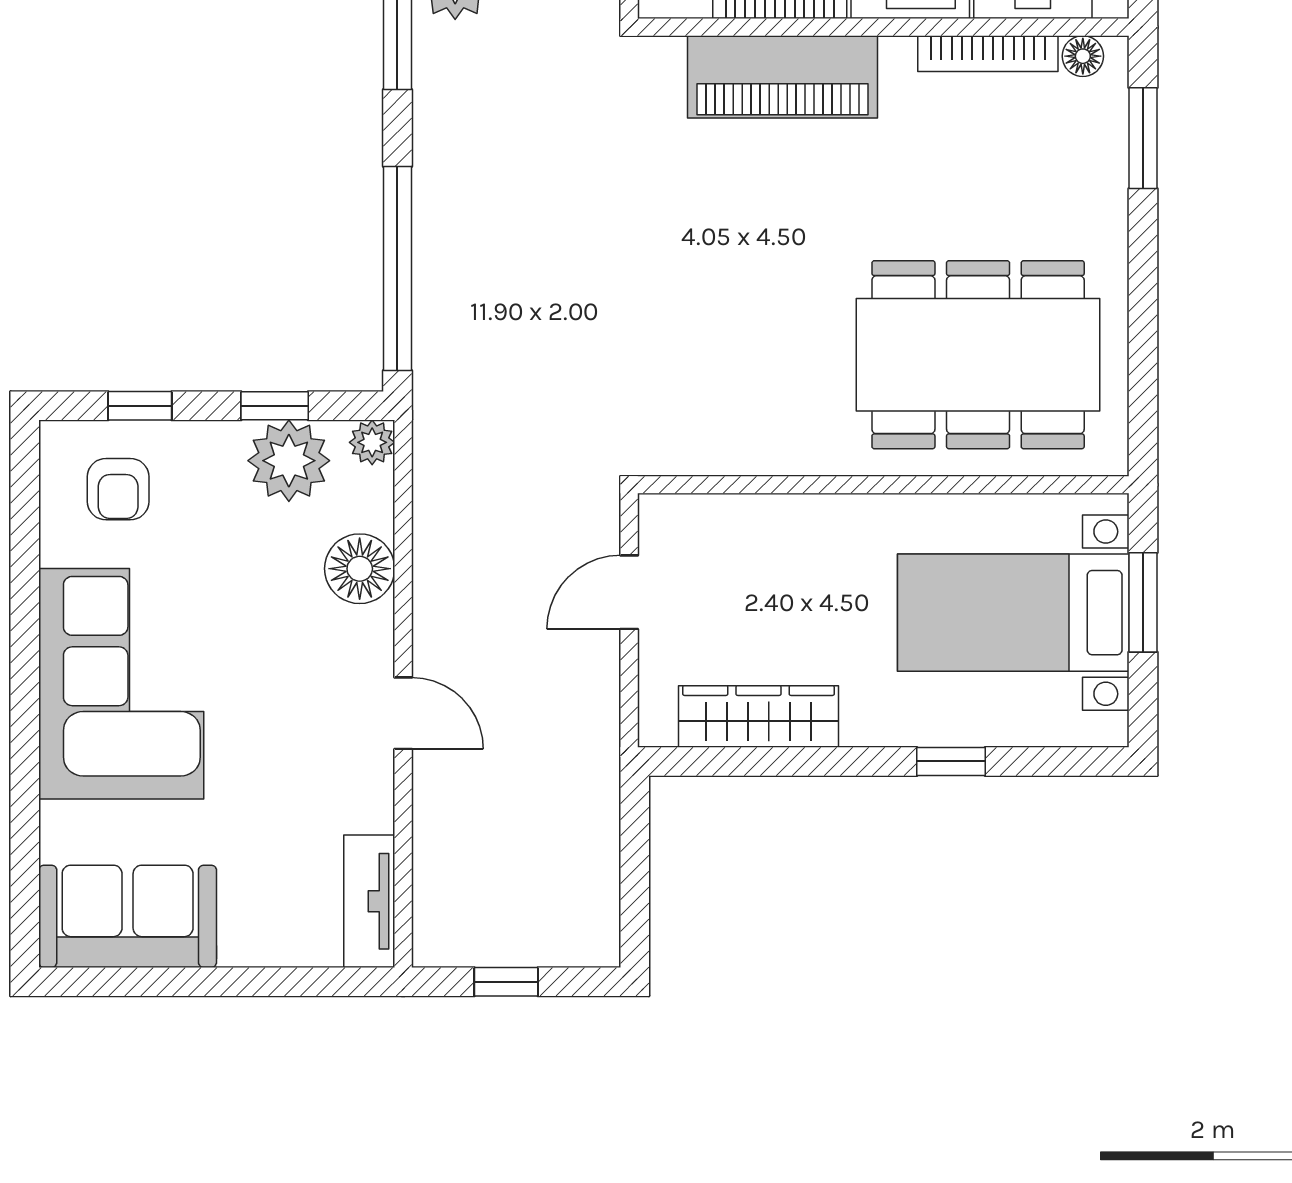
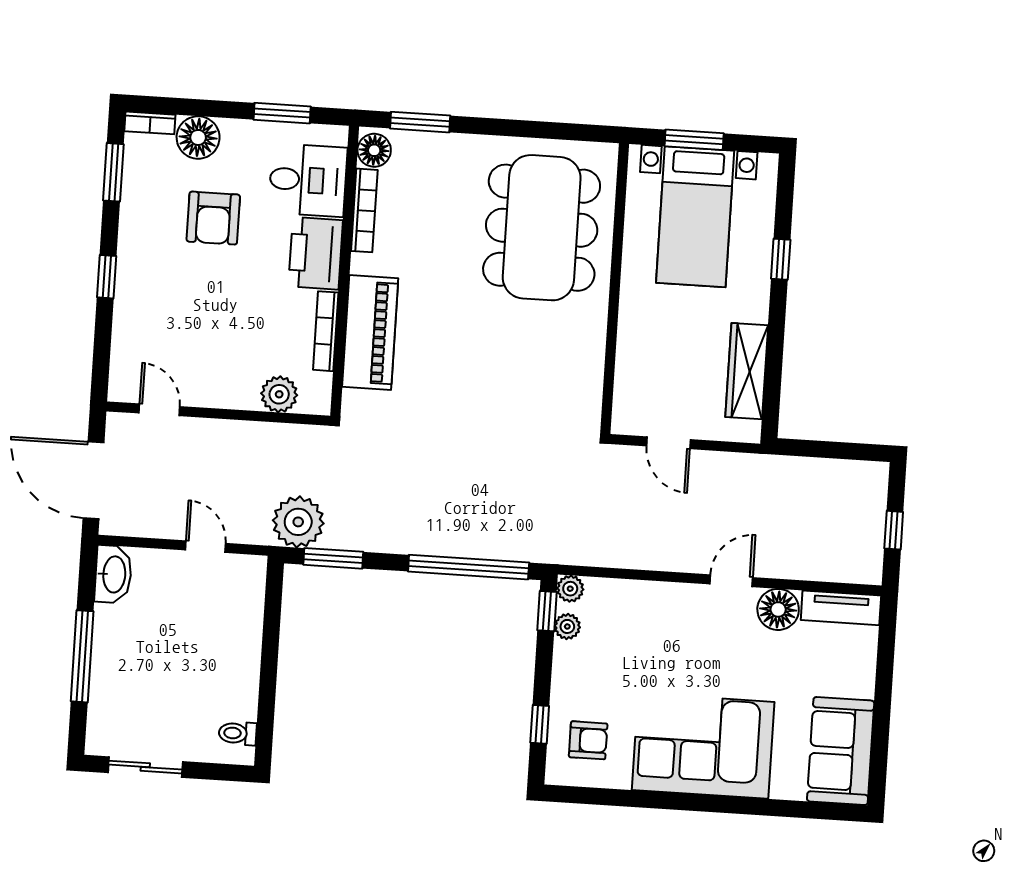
floor lamp: (1083, 56) -> (374, 150), width x1.37, depth x1.37
window: (275, 406) -> (547, 611), moved
plant: (289, 461) -> (567, 626), width x0.53, depth x0.53
floor lamp: (360, 569) -> (778, 609), moved

